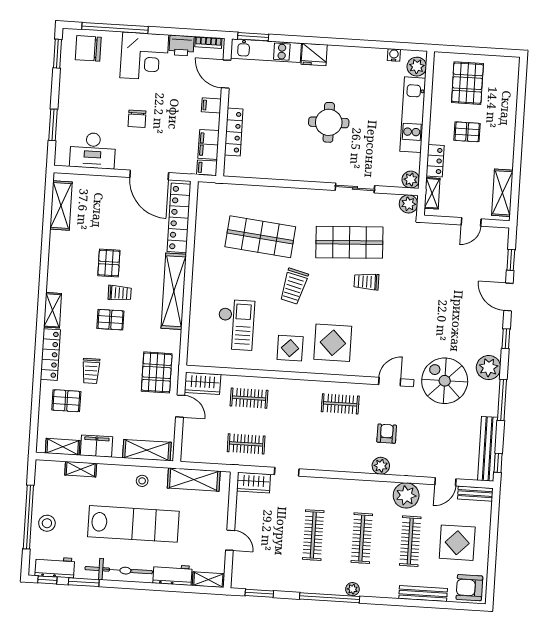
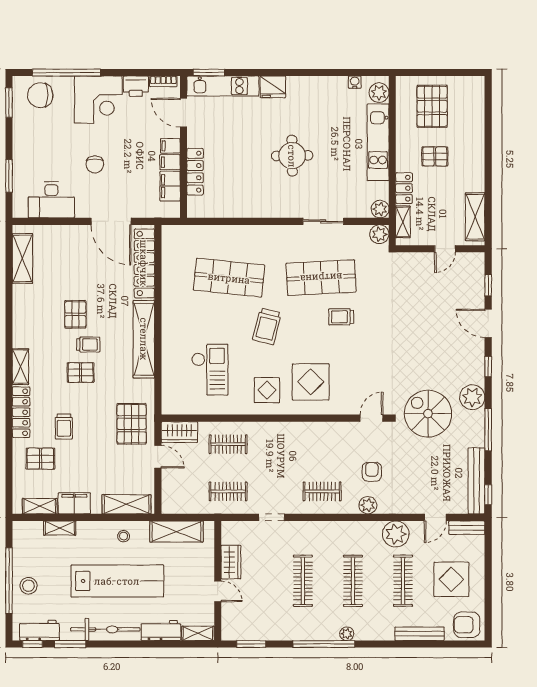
filing cabinet: (207, 168) -> (170, 162), moved
clothes rail: (340, 404) -> (322, 491), moved
wardrobe: (253, 483) -> (231, 562), moved, turned -90

